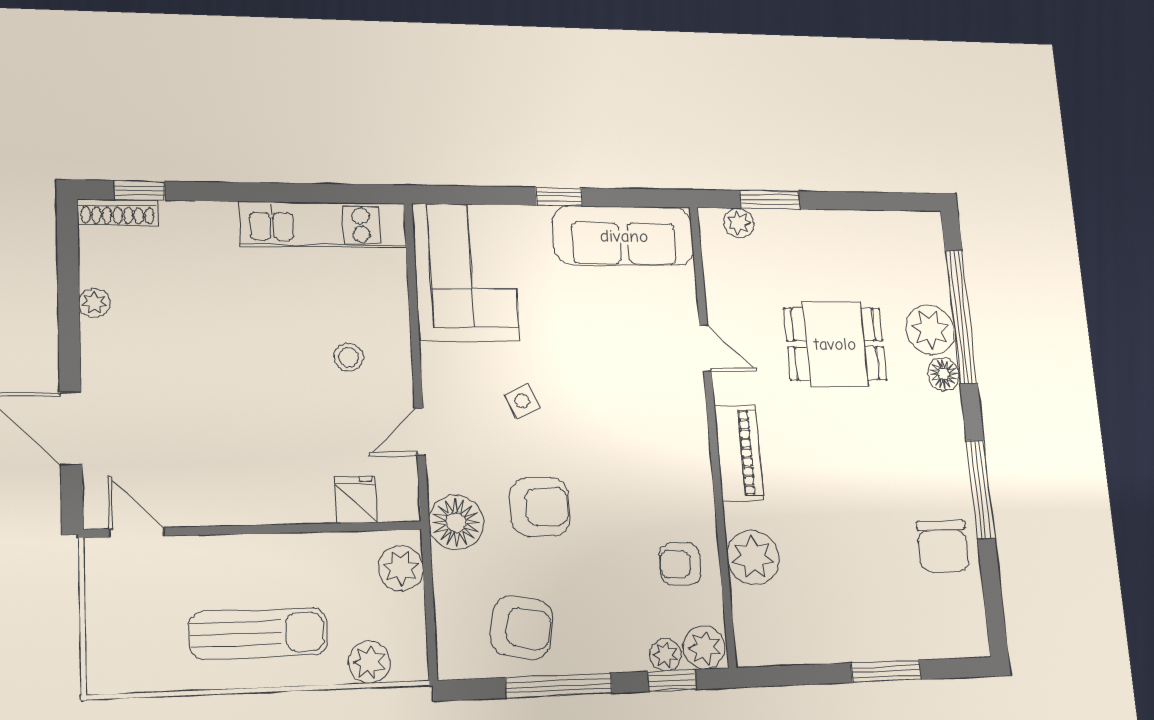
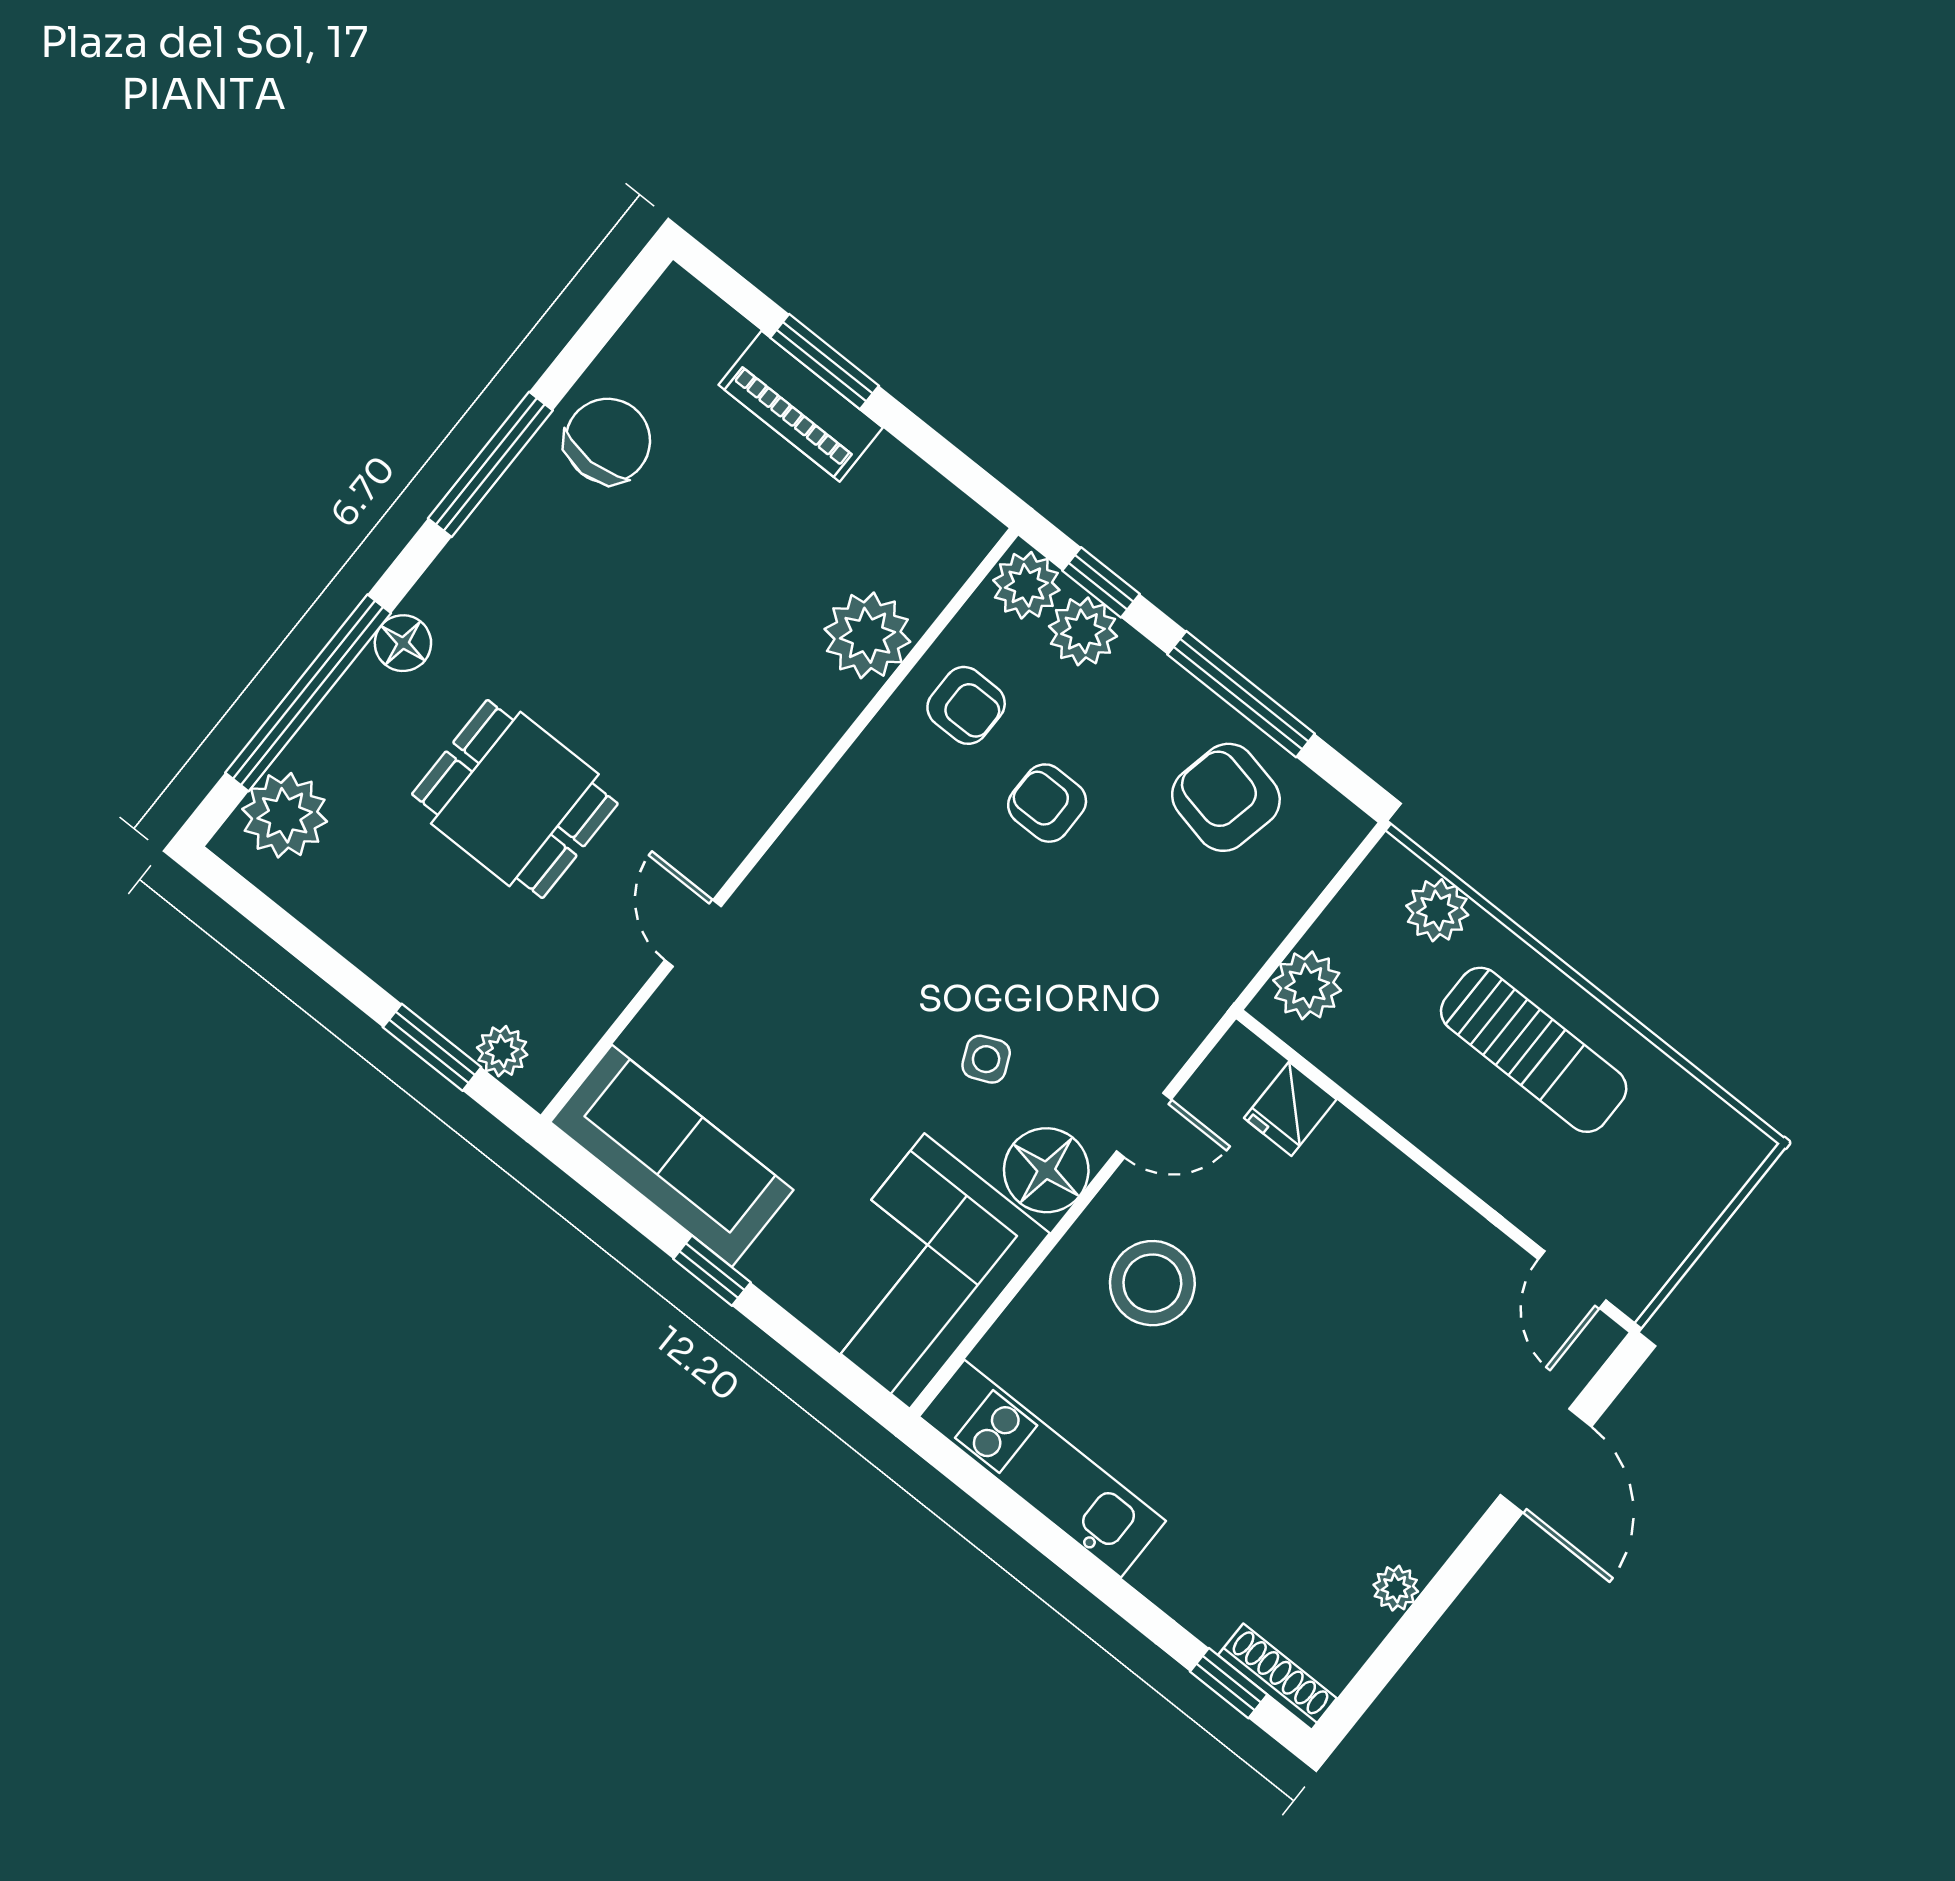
plant: (930, 330) -> (285, 815), moved
stool: (349, 357) -> (1152, 1283), width x1.89, depth x1.89
piano: (739, 453) -> (801, 406), moved, turned -90
armchair: (540, 507) -> (1047, 803), moved, width x0.72, depth x0.72
floor lamp: (456, 522) -> (1046, 1170), moved
sun lounger: (259, 633) -> (1534, 1050), turned 180
plant: (665, 655) -> (1083, 631), width x1.38, depth x1.38

